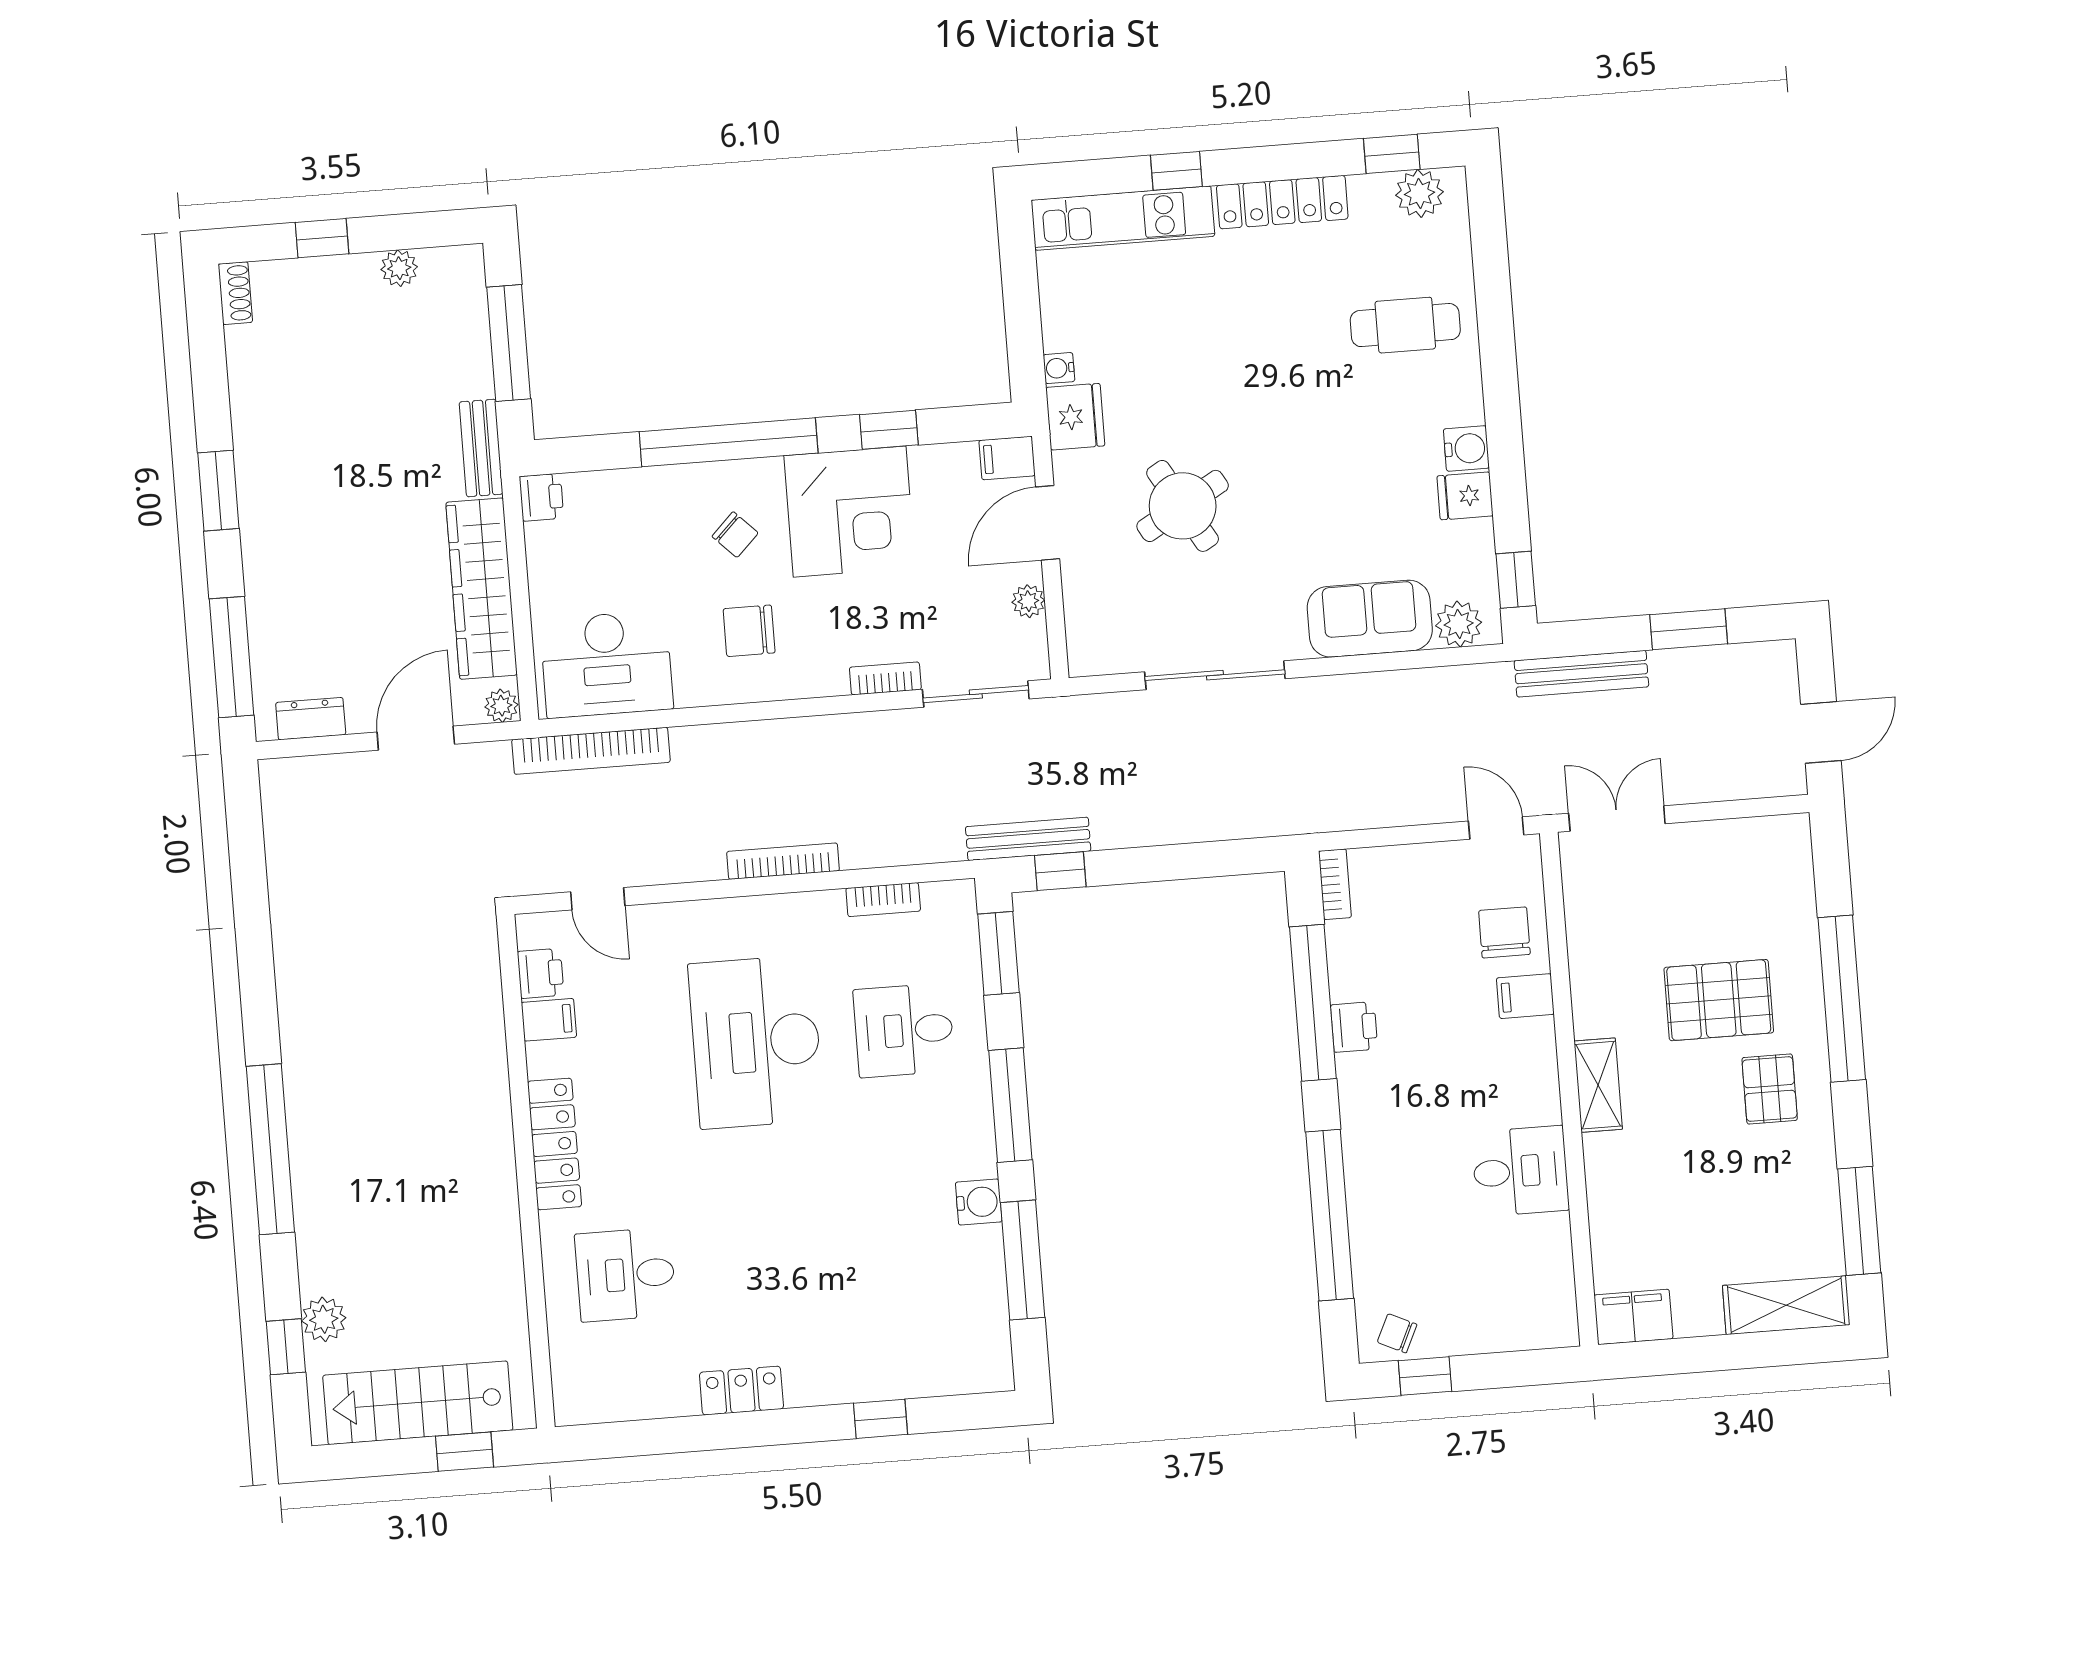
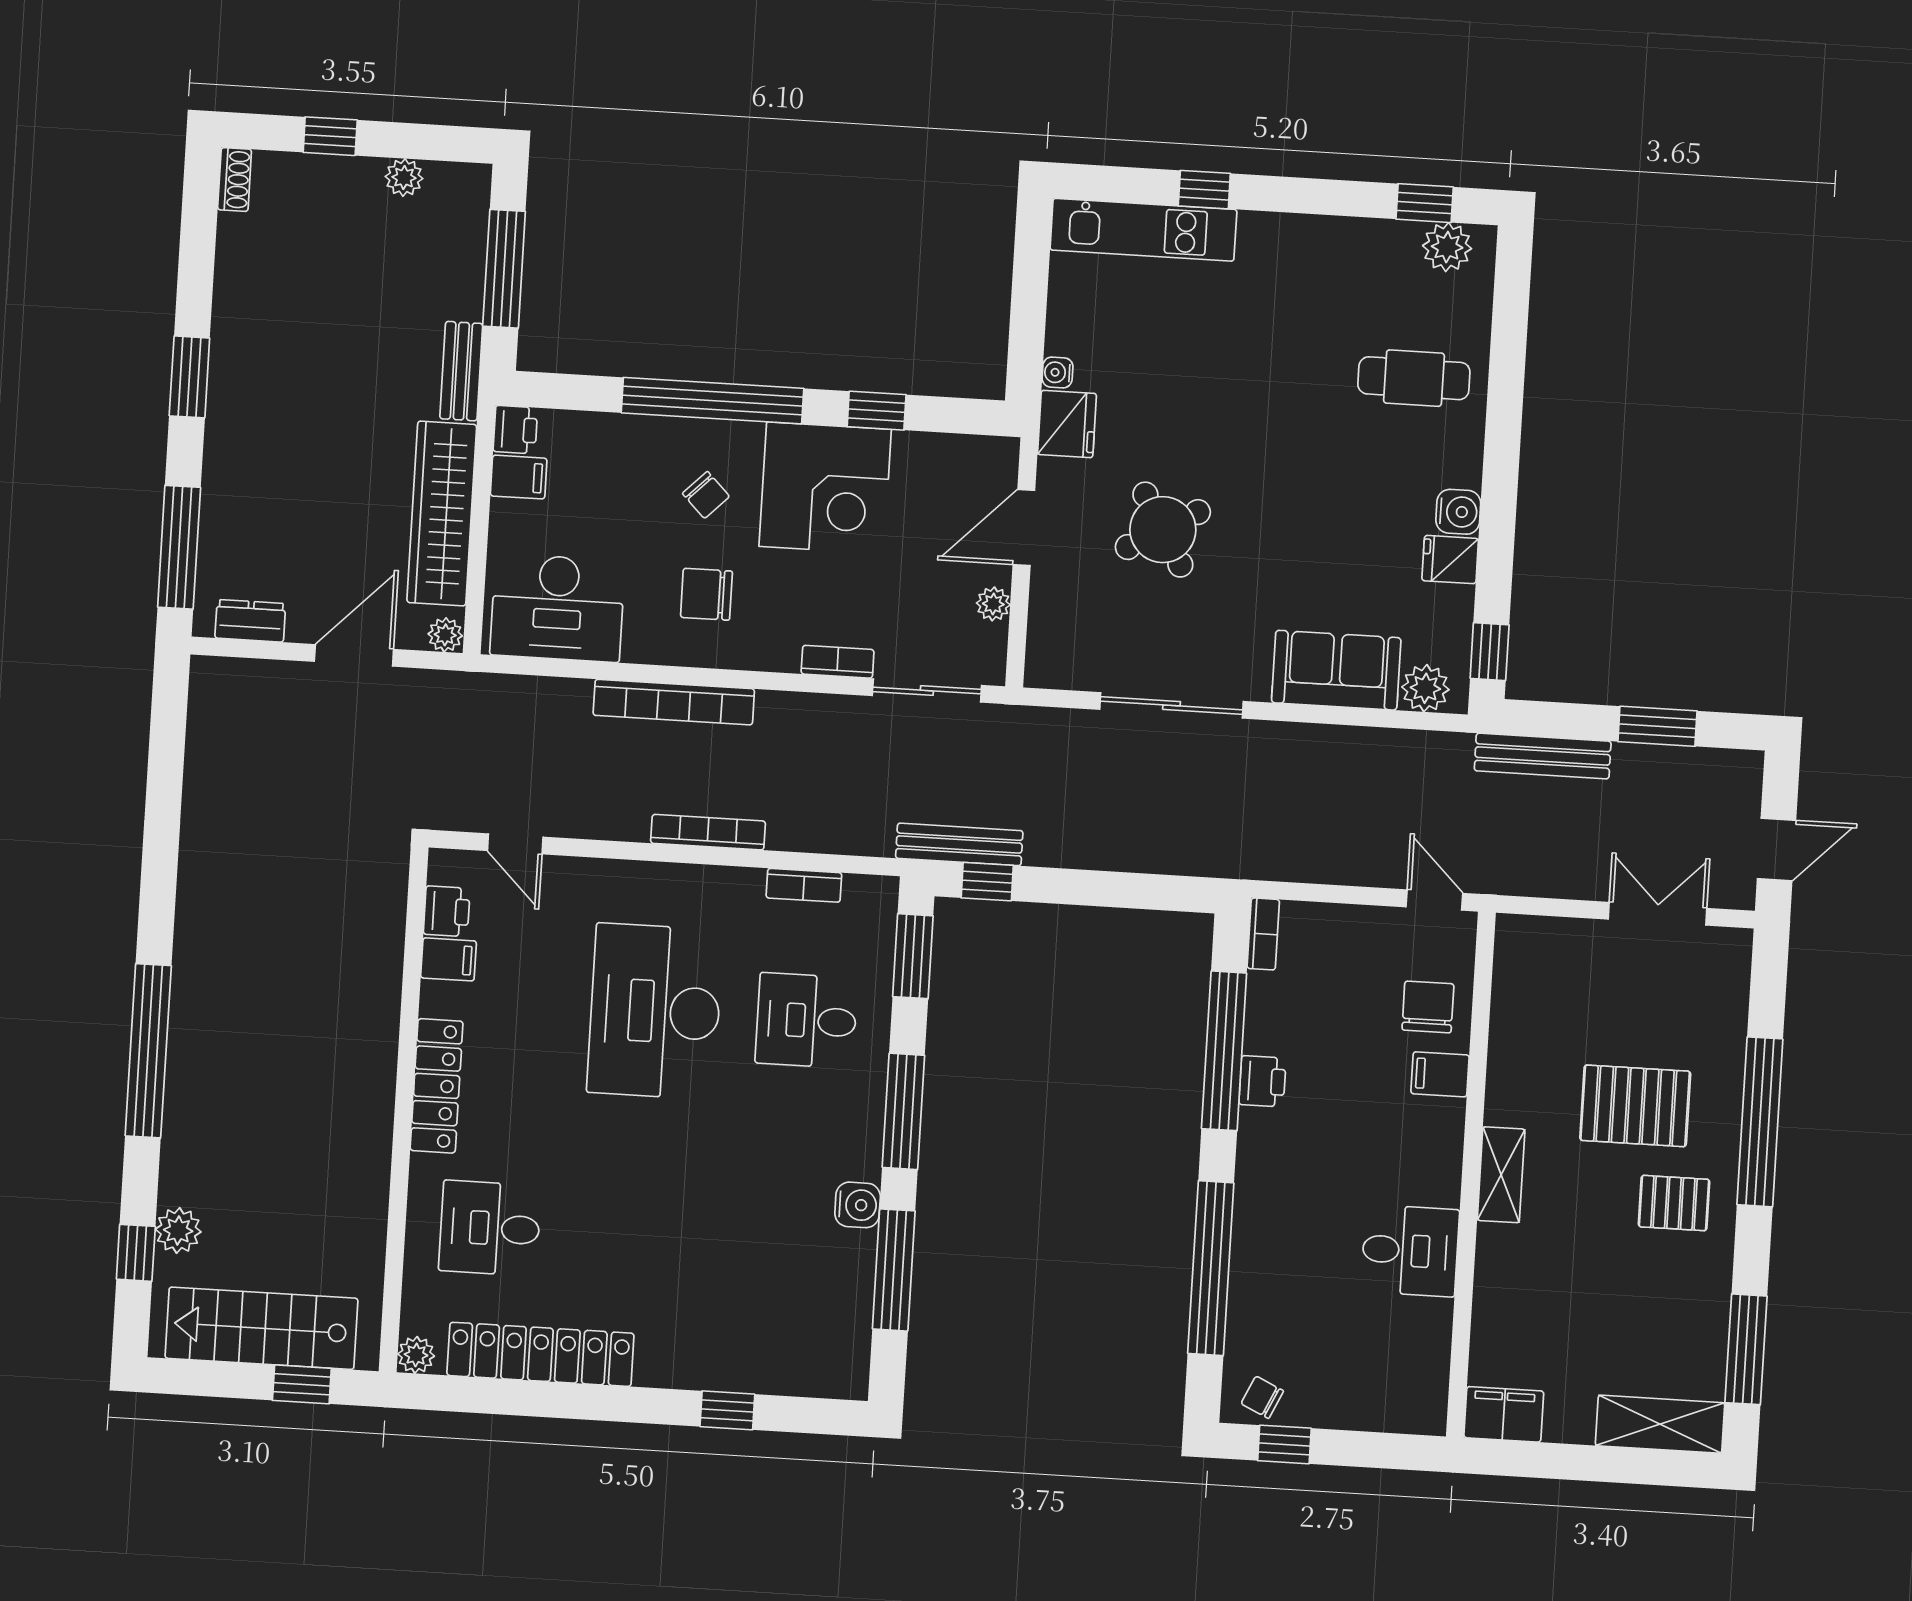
locker: (1282, 202) -> (1307, 236), removed
filing cabinet: (1007, 458) -> (519, 477), moved, turned 180
bookcase: (591, 751) -> (674, 702), moved
double door: (1617, 819) -> (1657, 914), moved
pallet: (1770, 1089) -> (1674, 1203), turned 90
locker: (741, 1391) -> (540, 1354), width x2.16, depth x1.21
plant: (571, 1408) -> (416, 1355), added

